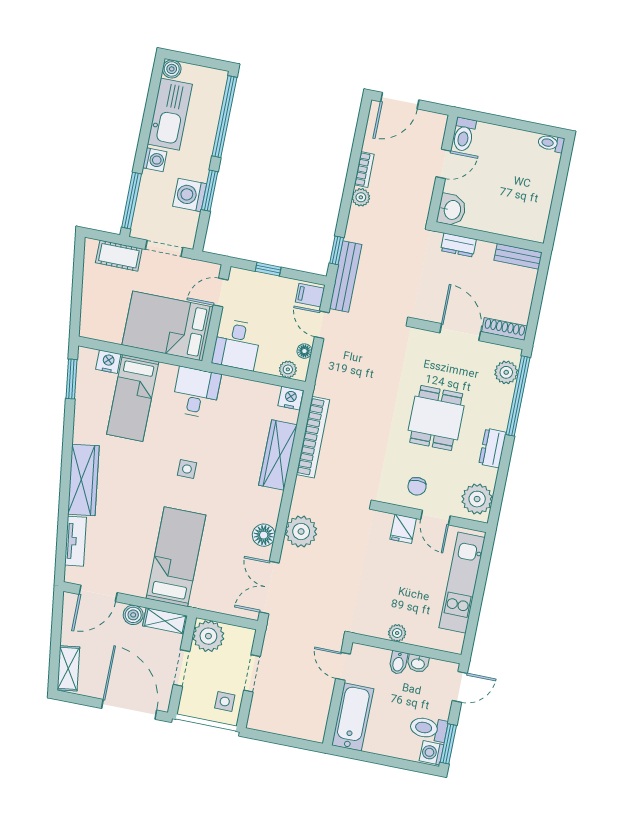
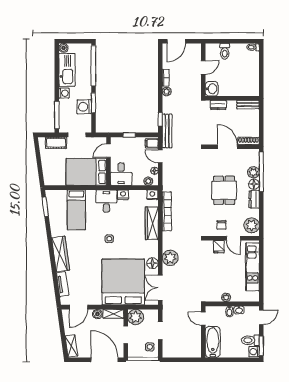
toilet: (464, 135) -> (225, 51), moved
nightstand: (108, 362) -> (123, 195), moved
plant: (506, 372) -> (253, 172), moved
floor lamp: (498, 418) -> (254, 184), added
bed: (176, 557) -> (123, 282), width x2.04

